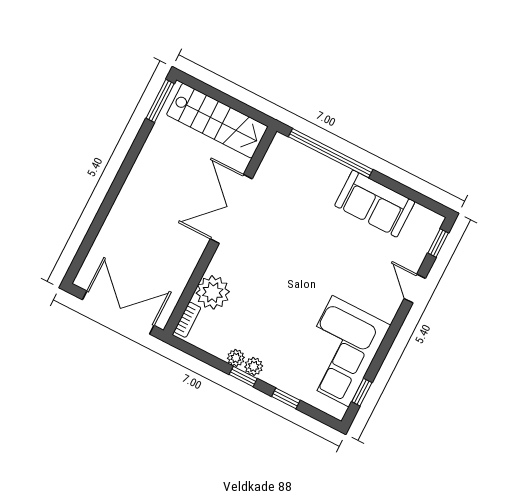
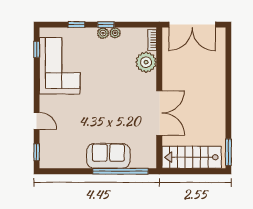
sofa: (375, 204) -> (108, 156), moved

